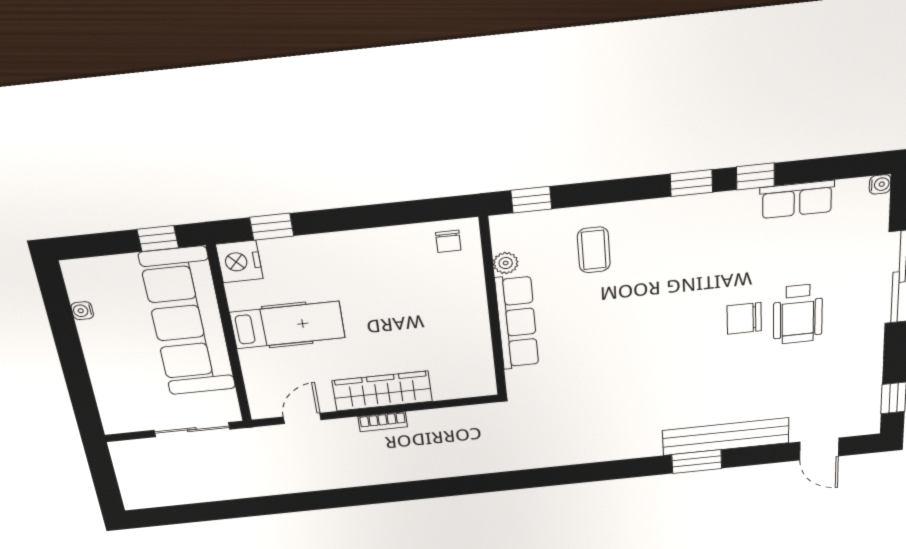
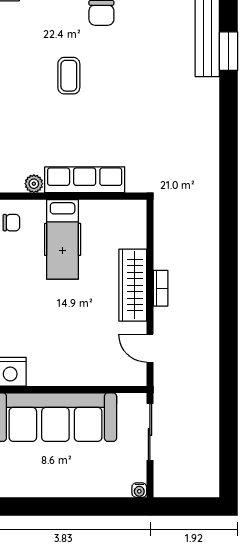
coffee table: (594, 250) -> (69, 76), moved, turned 90
water cooler: (82, 311) -> (139, 490), moved
hospital bed: (287, 325) -> (63, 239), moved, turned 180

